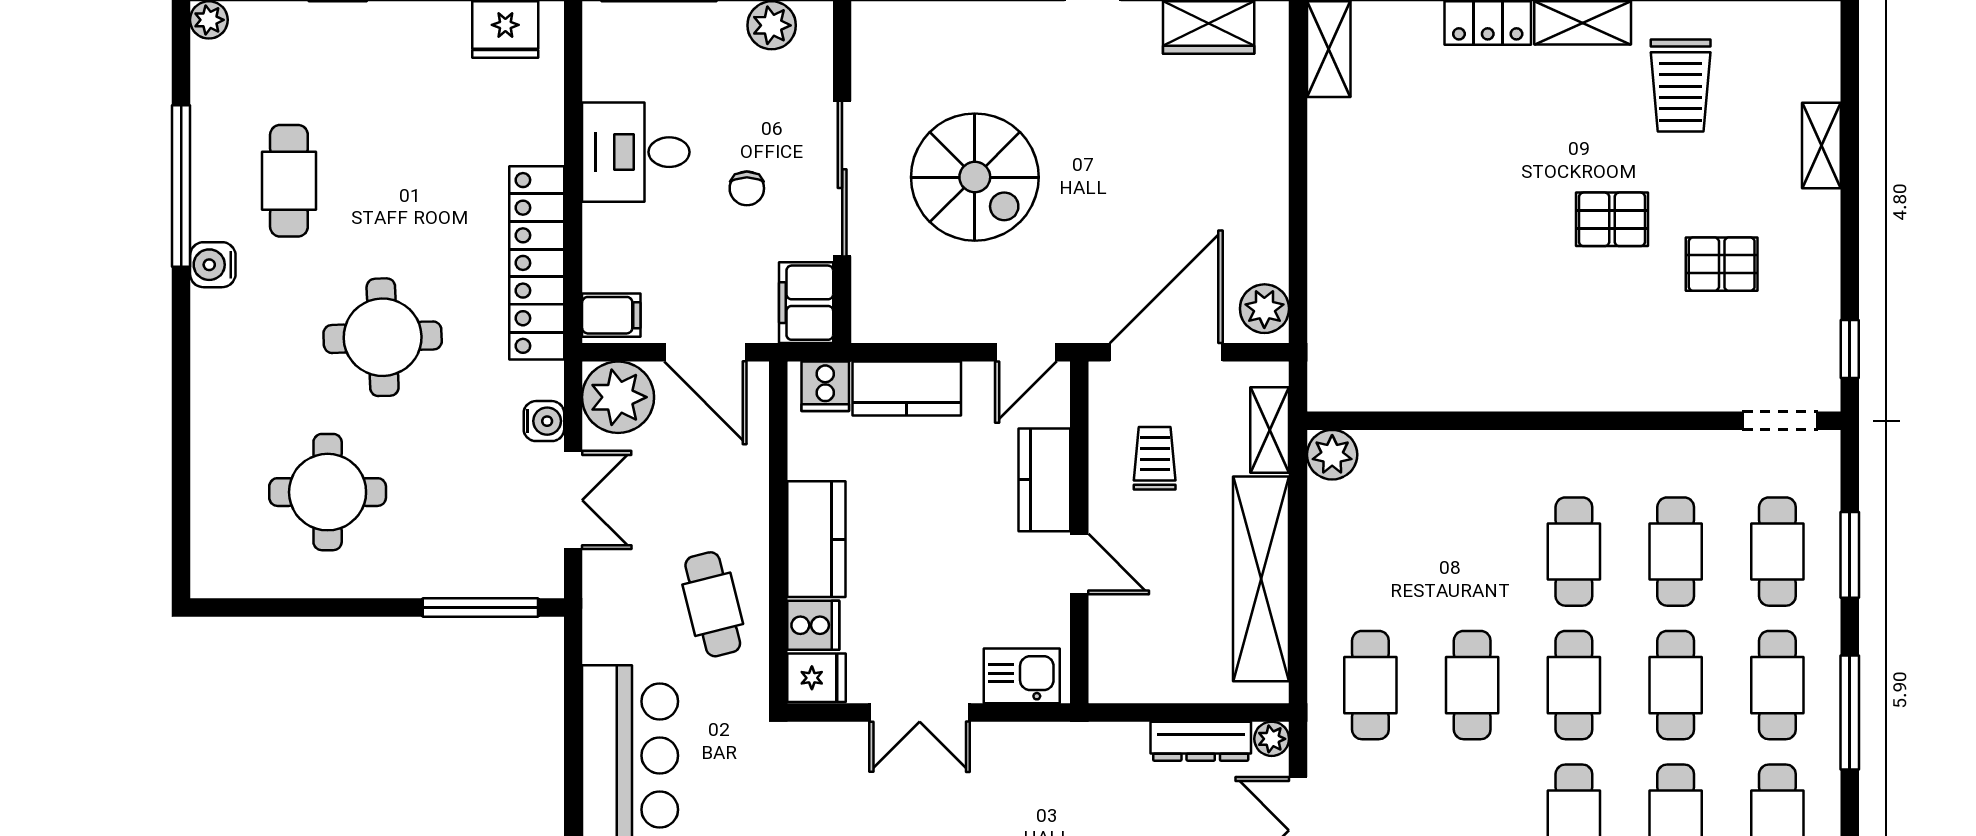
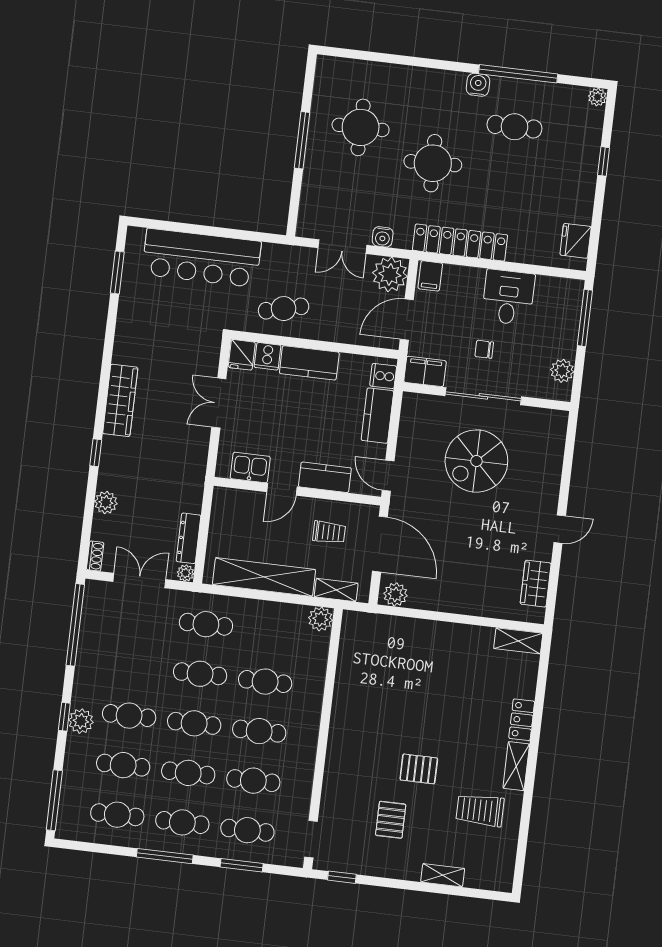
pallet: (1612, 219) -> (419, 769), turned 90
cafe table: (1472, 552) -> (265, 682), added
window: (480, 608) -> (302, 140), moved
kitchen sink: (1022, 676) -> (250, 468), moved, turned -90

